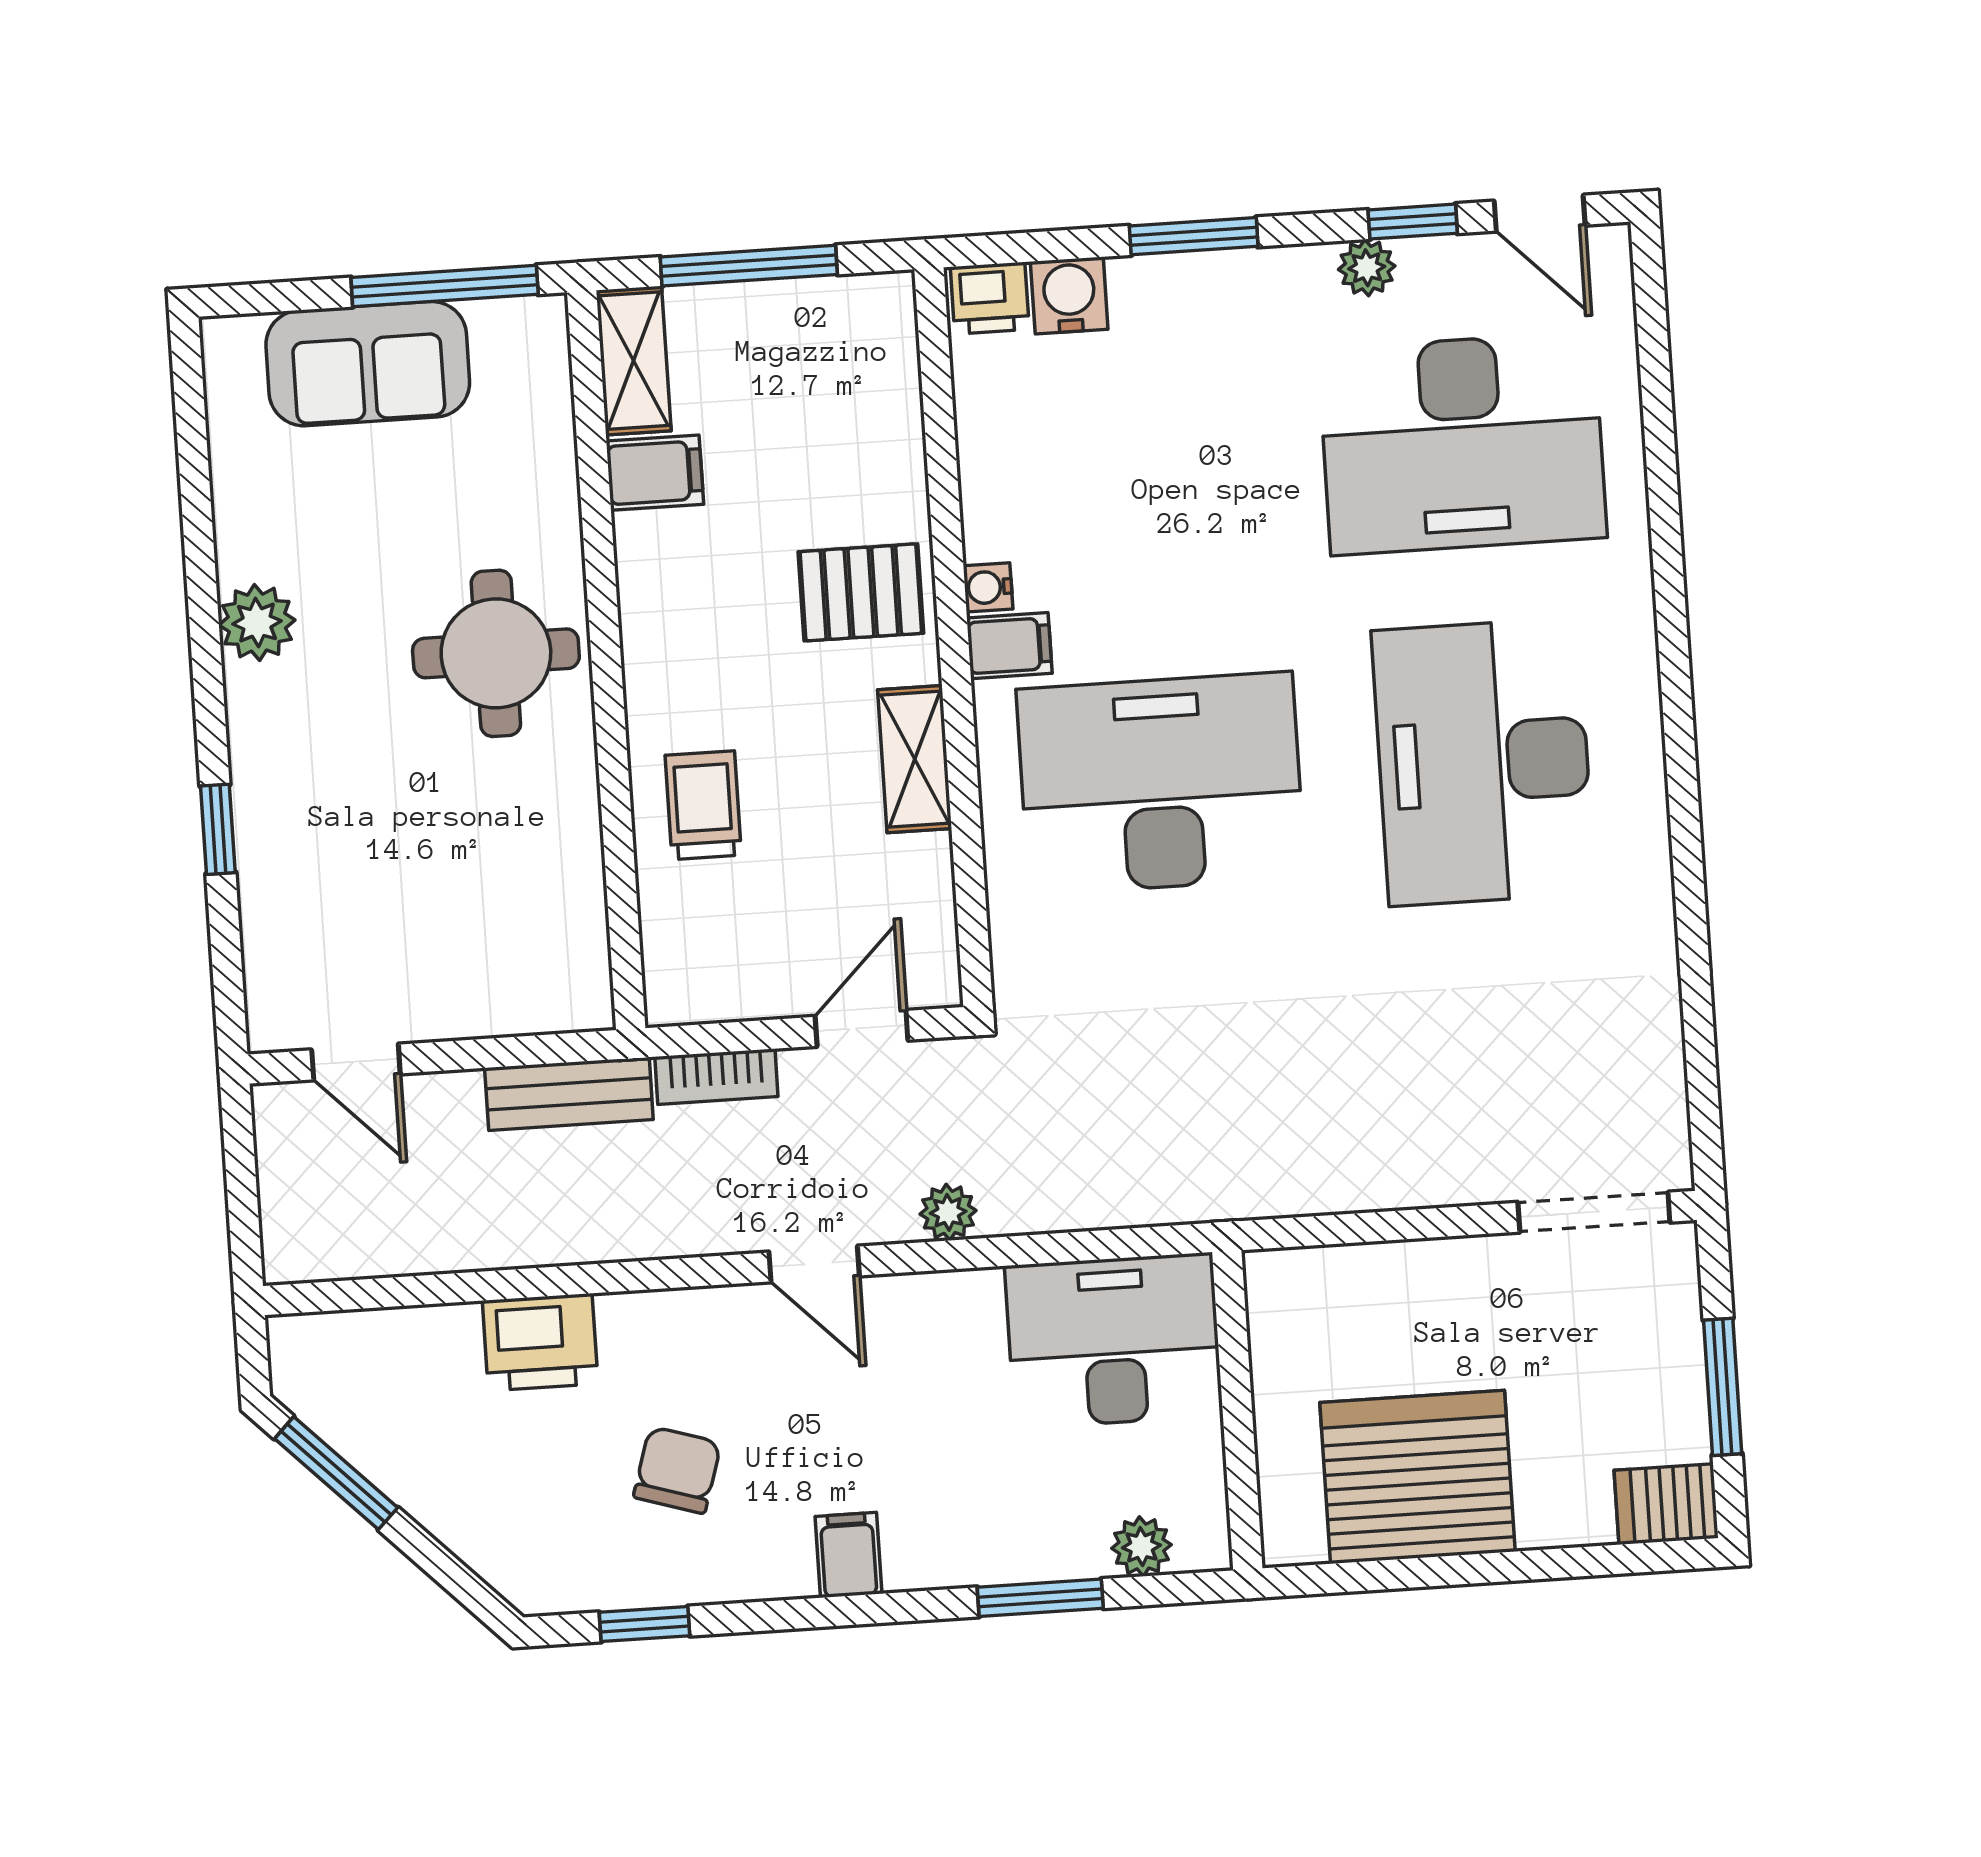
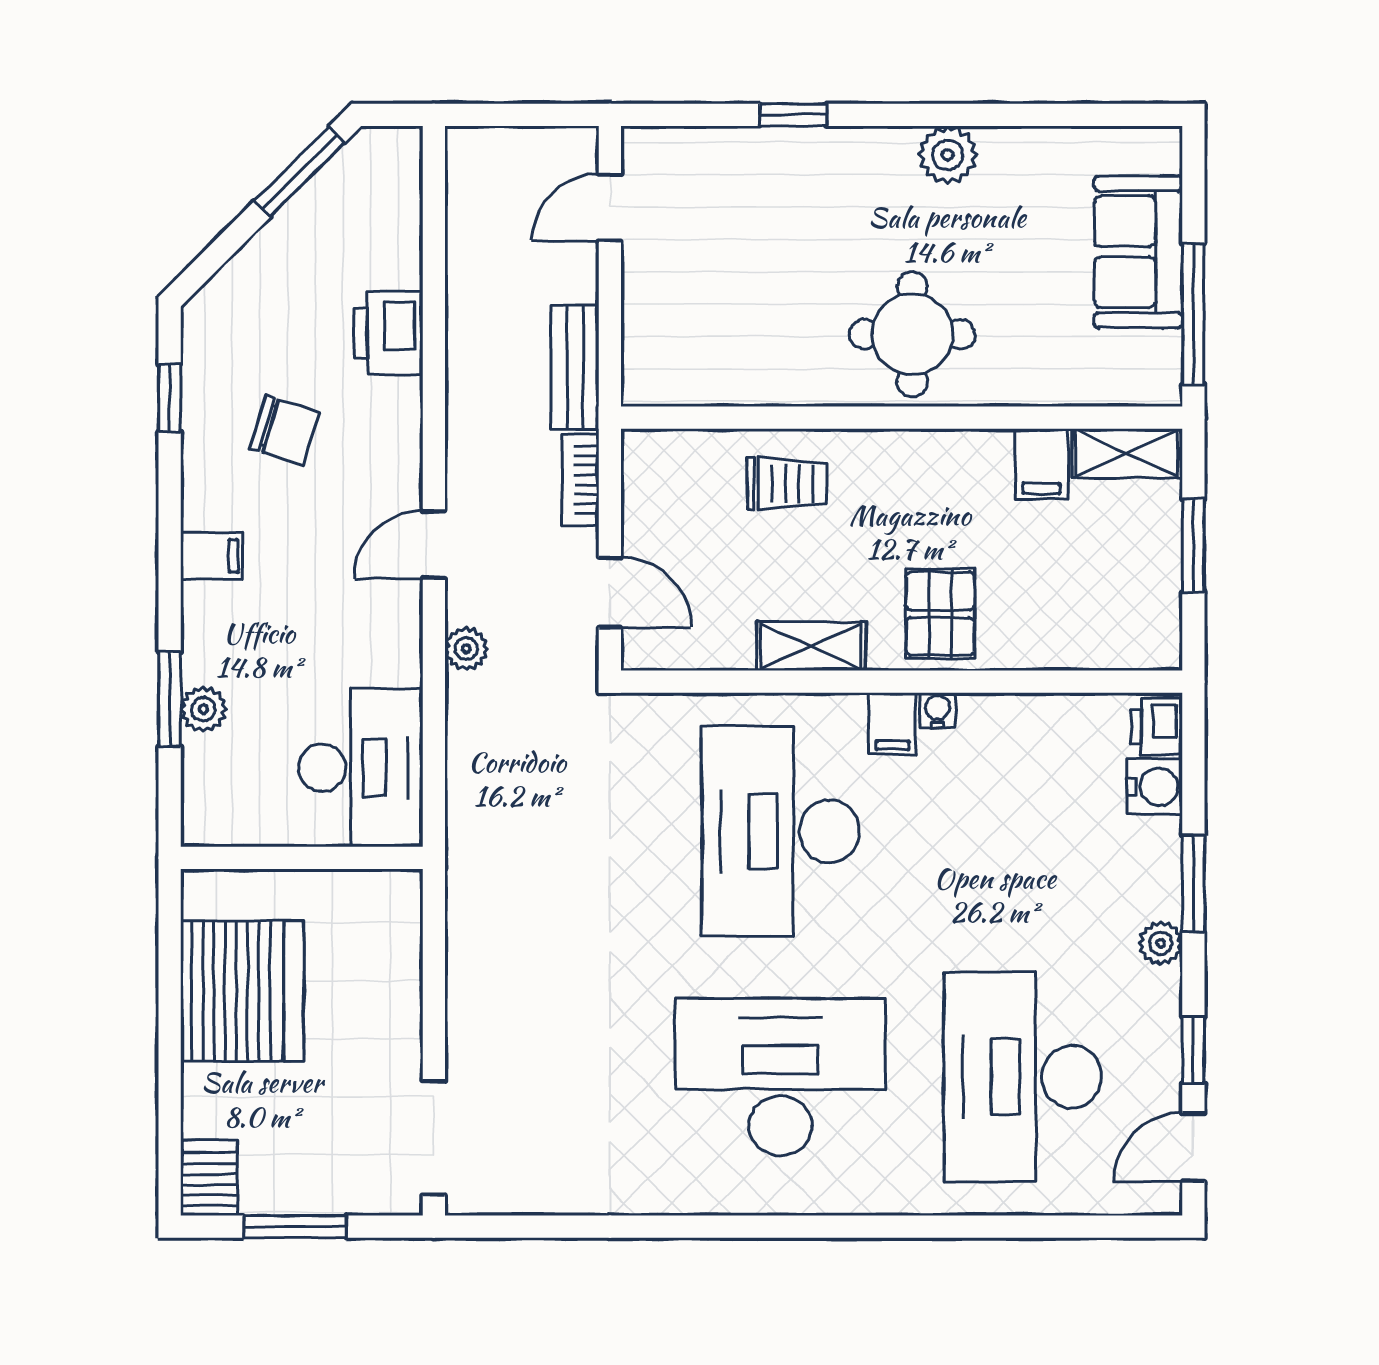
window: (749, 266) -> (1193, 545), width x0.69
plant: (1367, 268) -> (1161, 943), moved
desk: (1161, 783) -> (780, 831), turned 180
plant: (1141, 1547) -> (203, 709), moved

